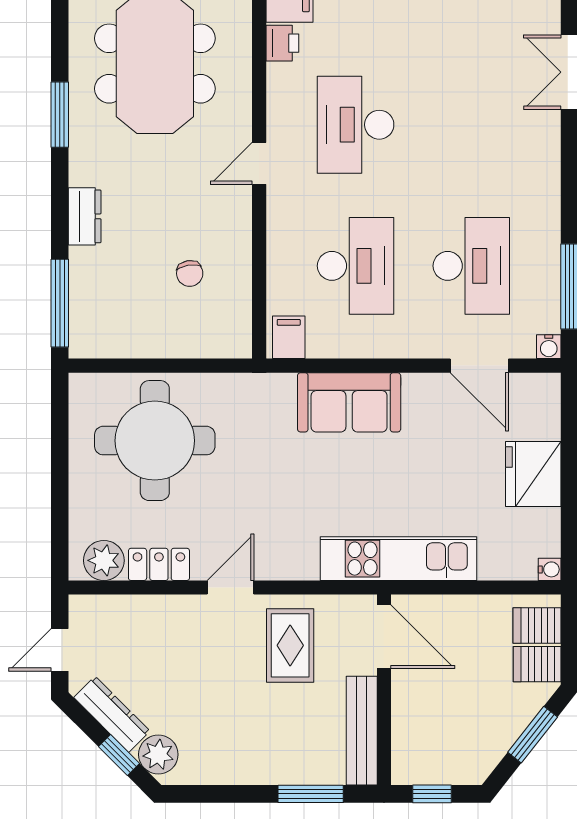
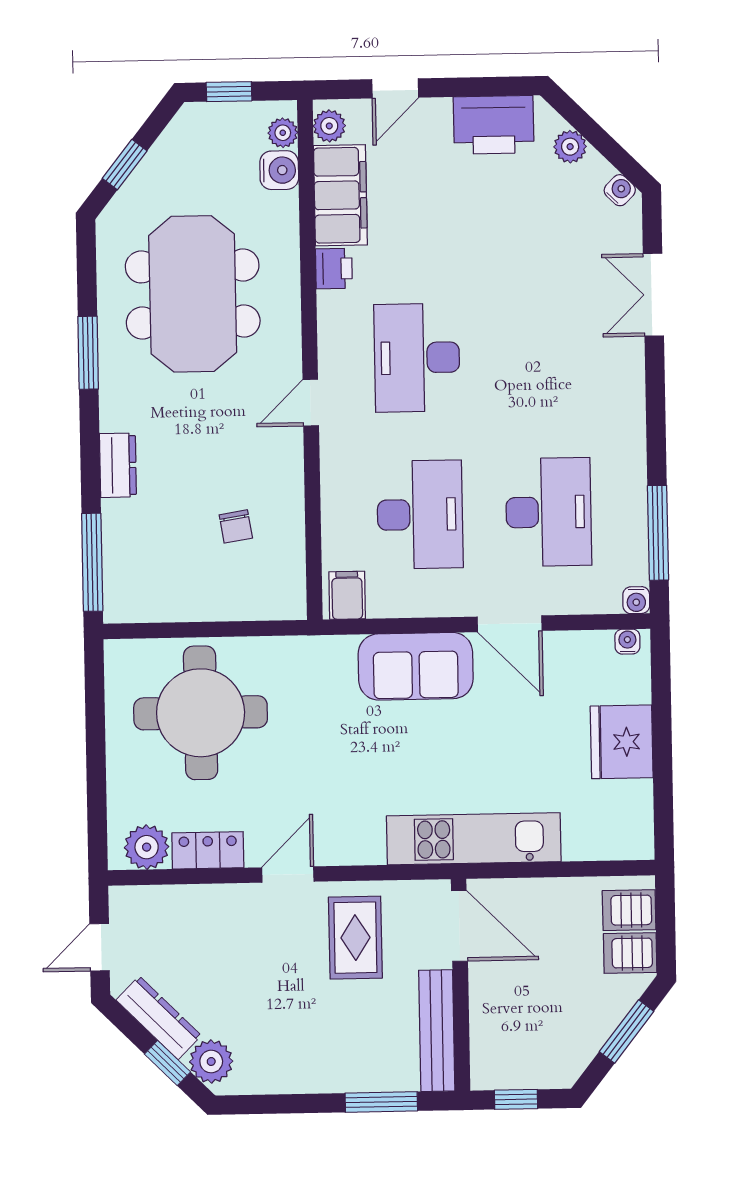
door: (479, 366) -> (510, 624), moved
water cooler: (550, 569) -> (627, 642), moved, turned -90

